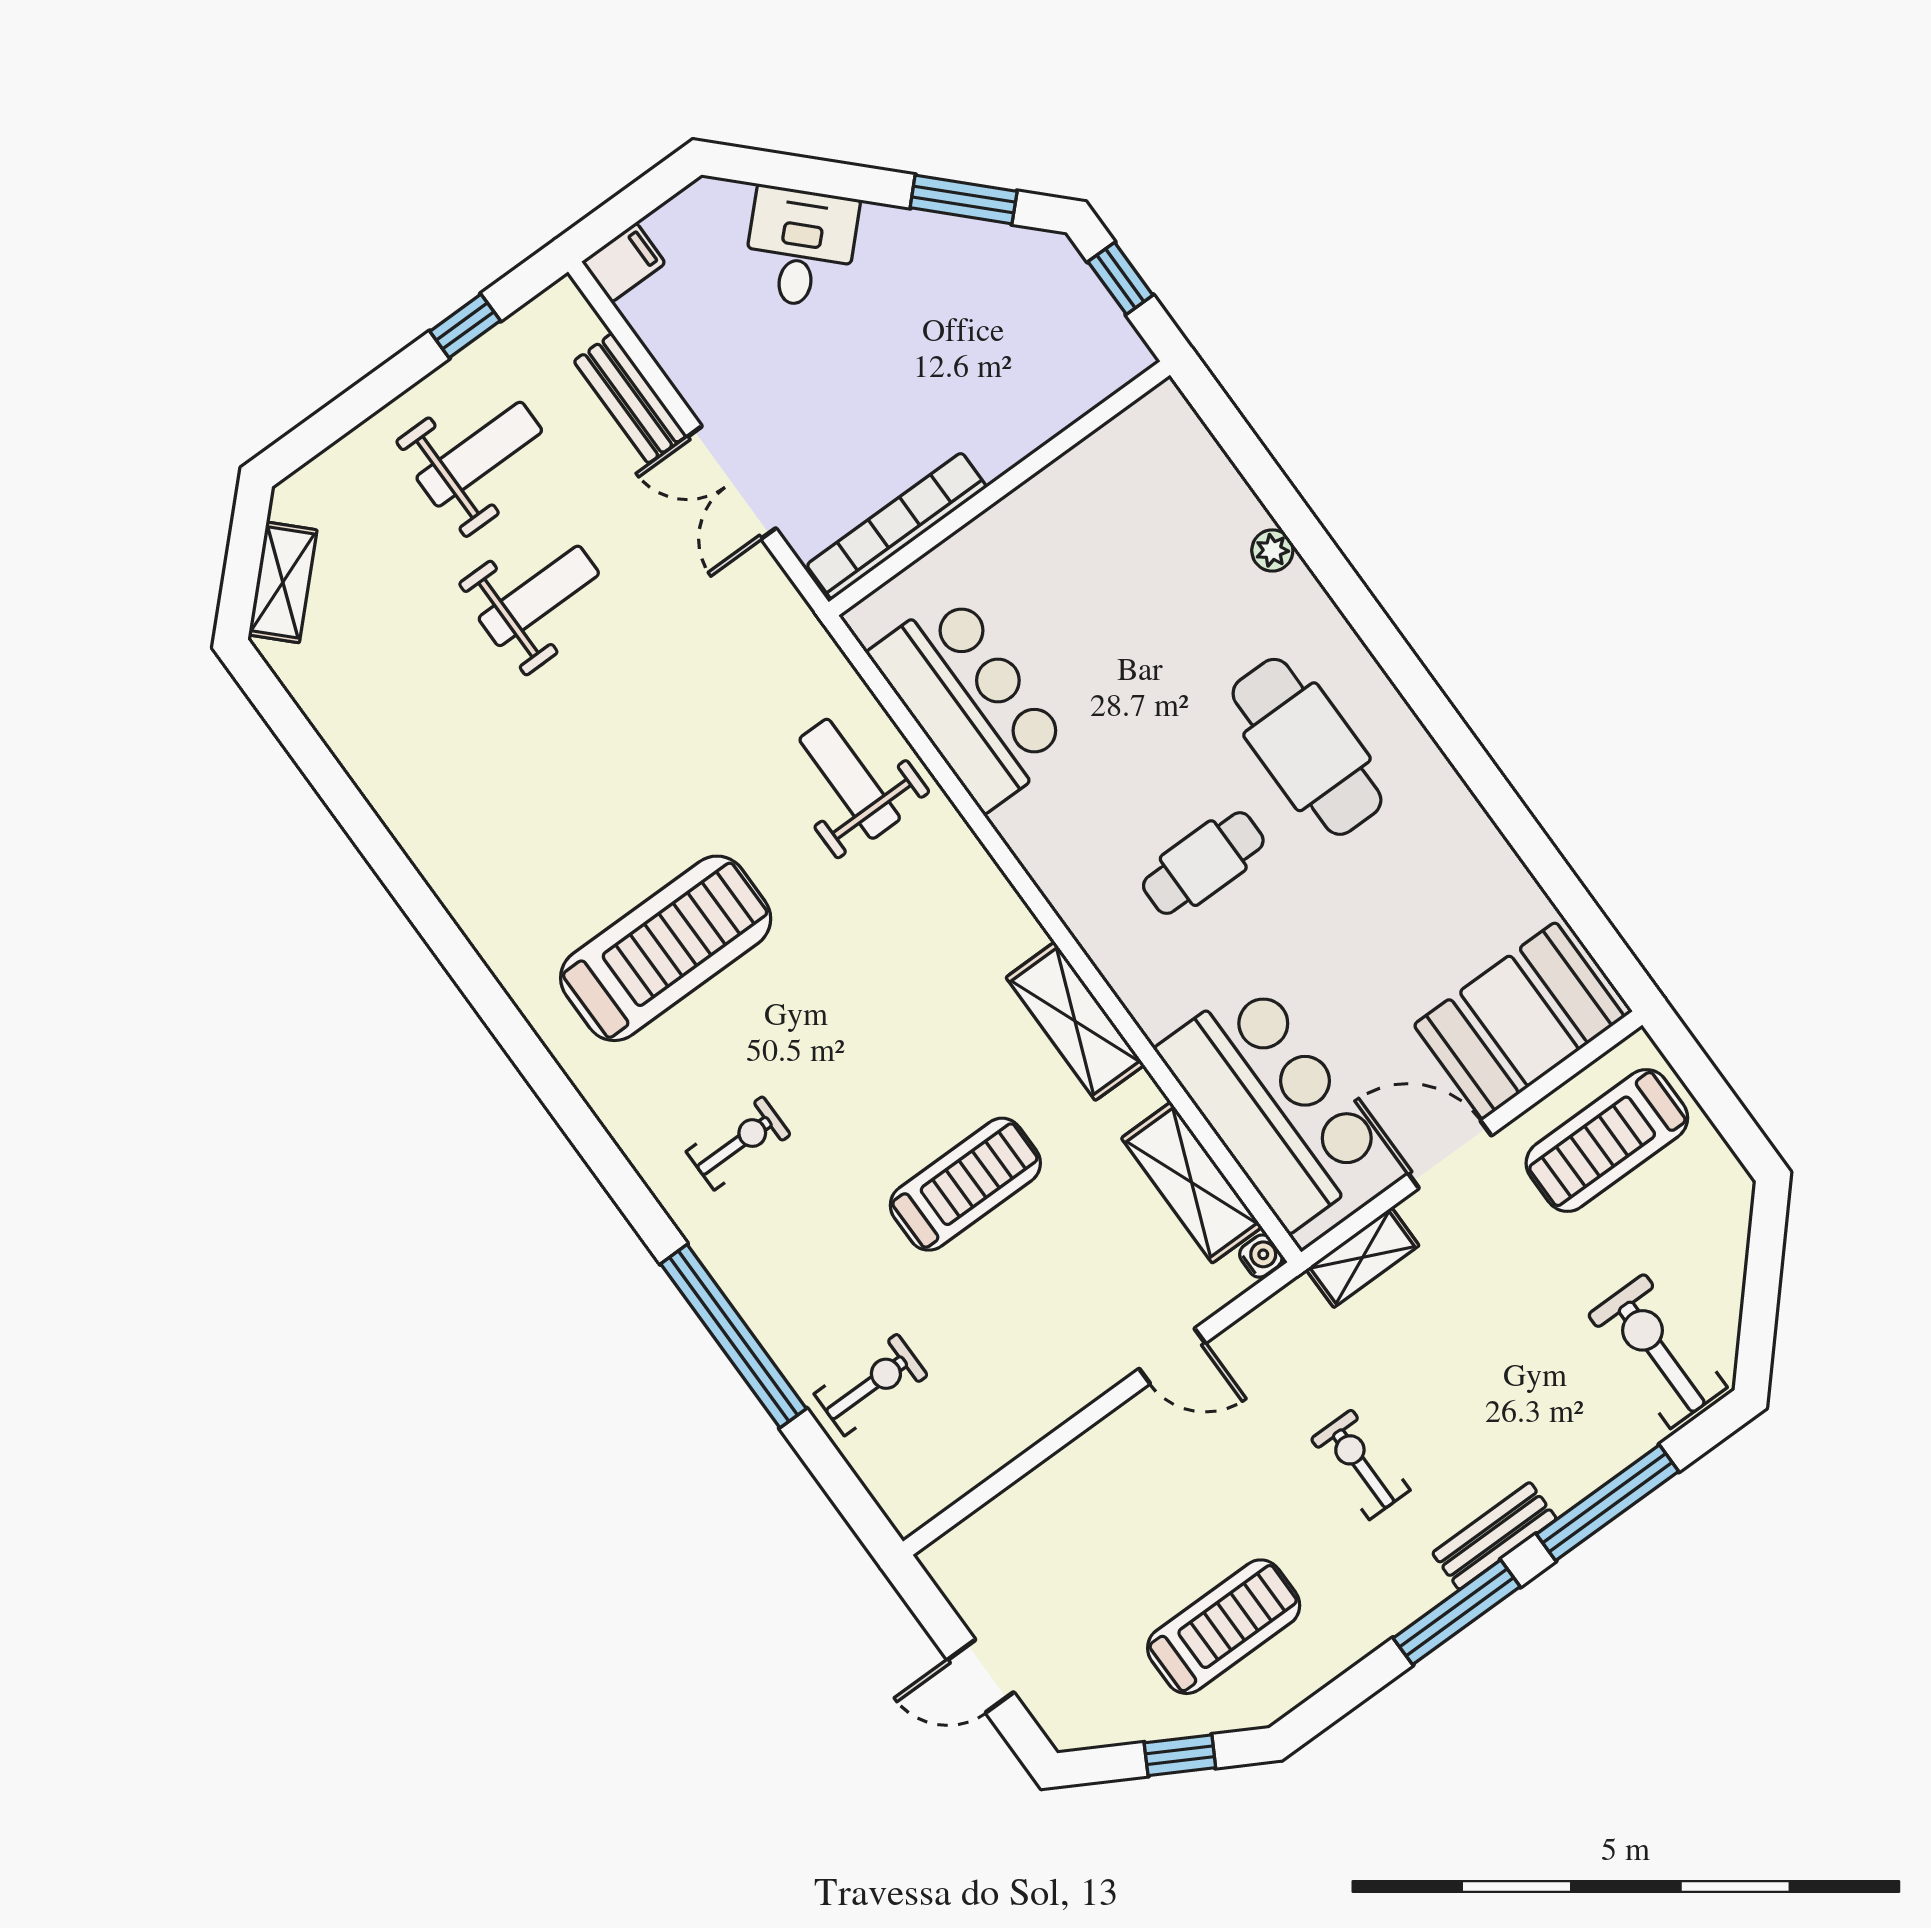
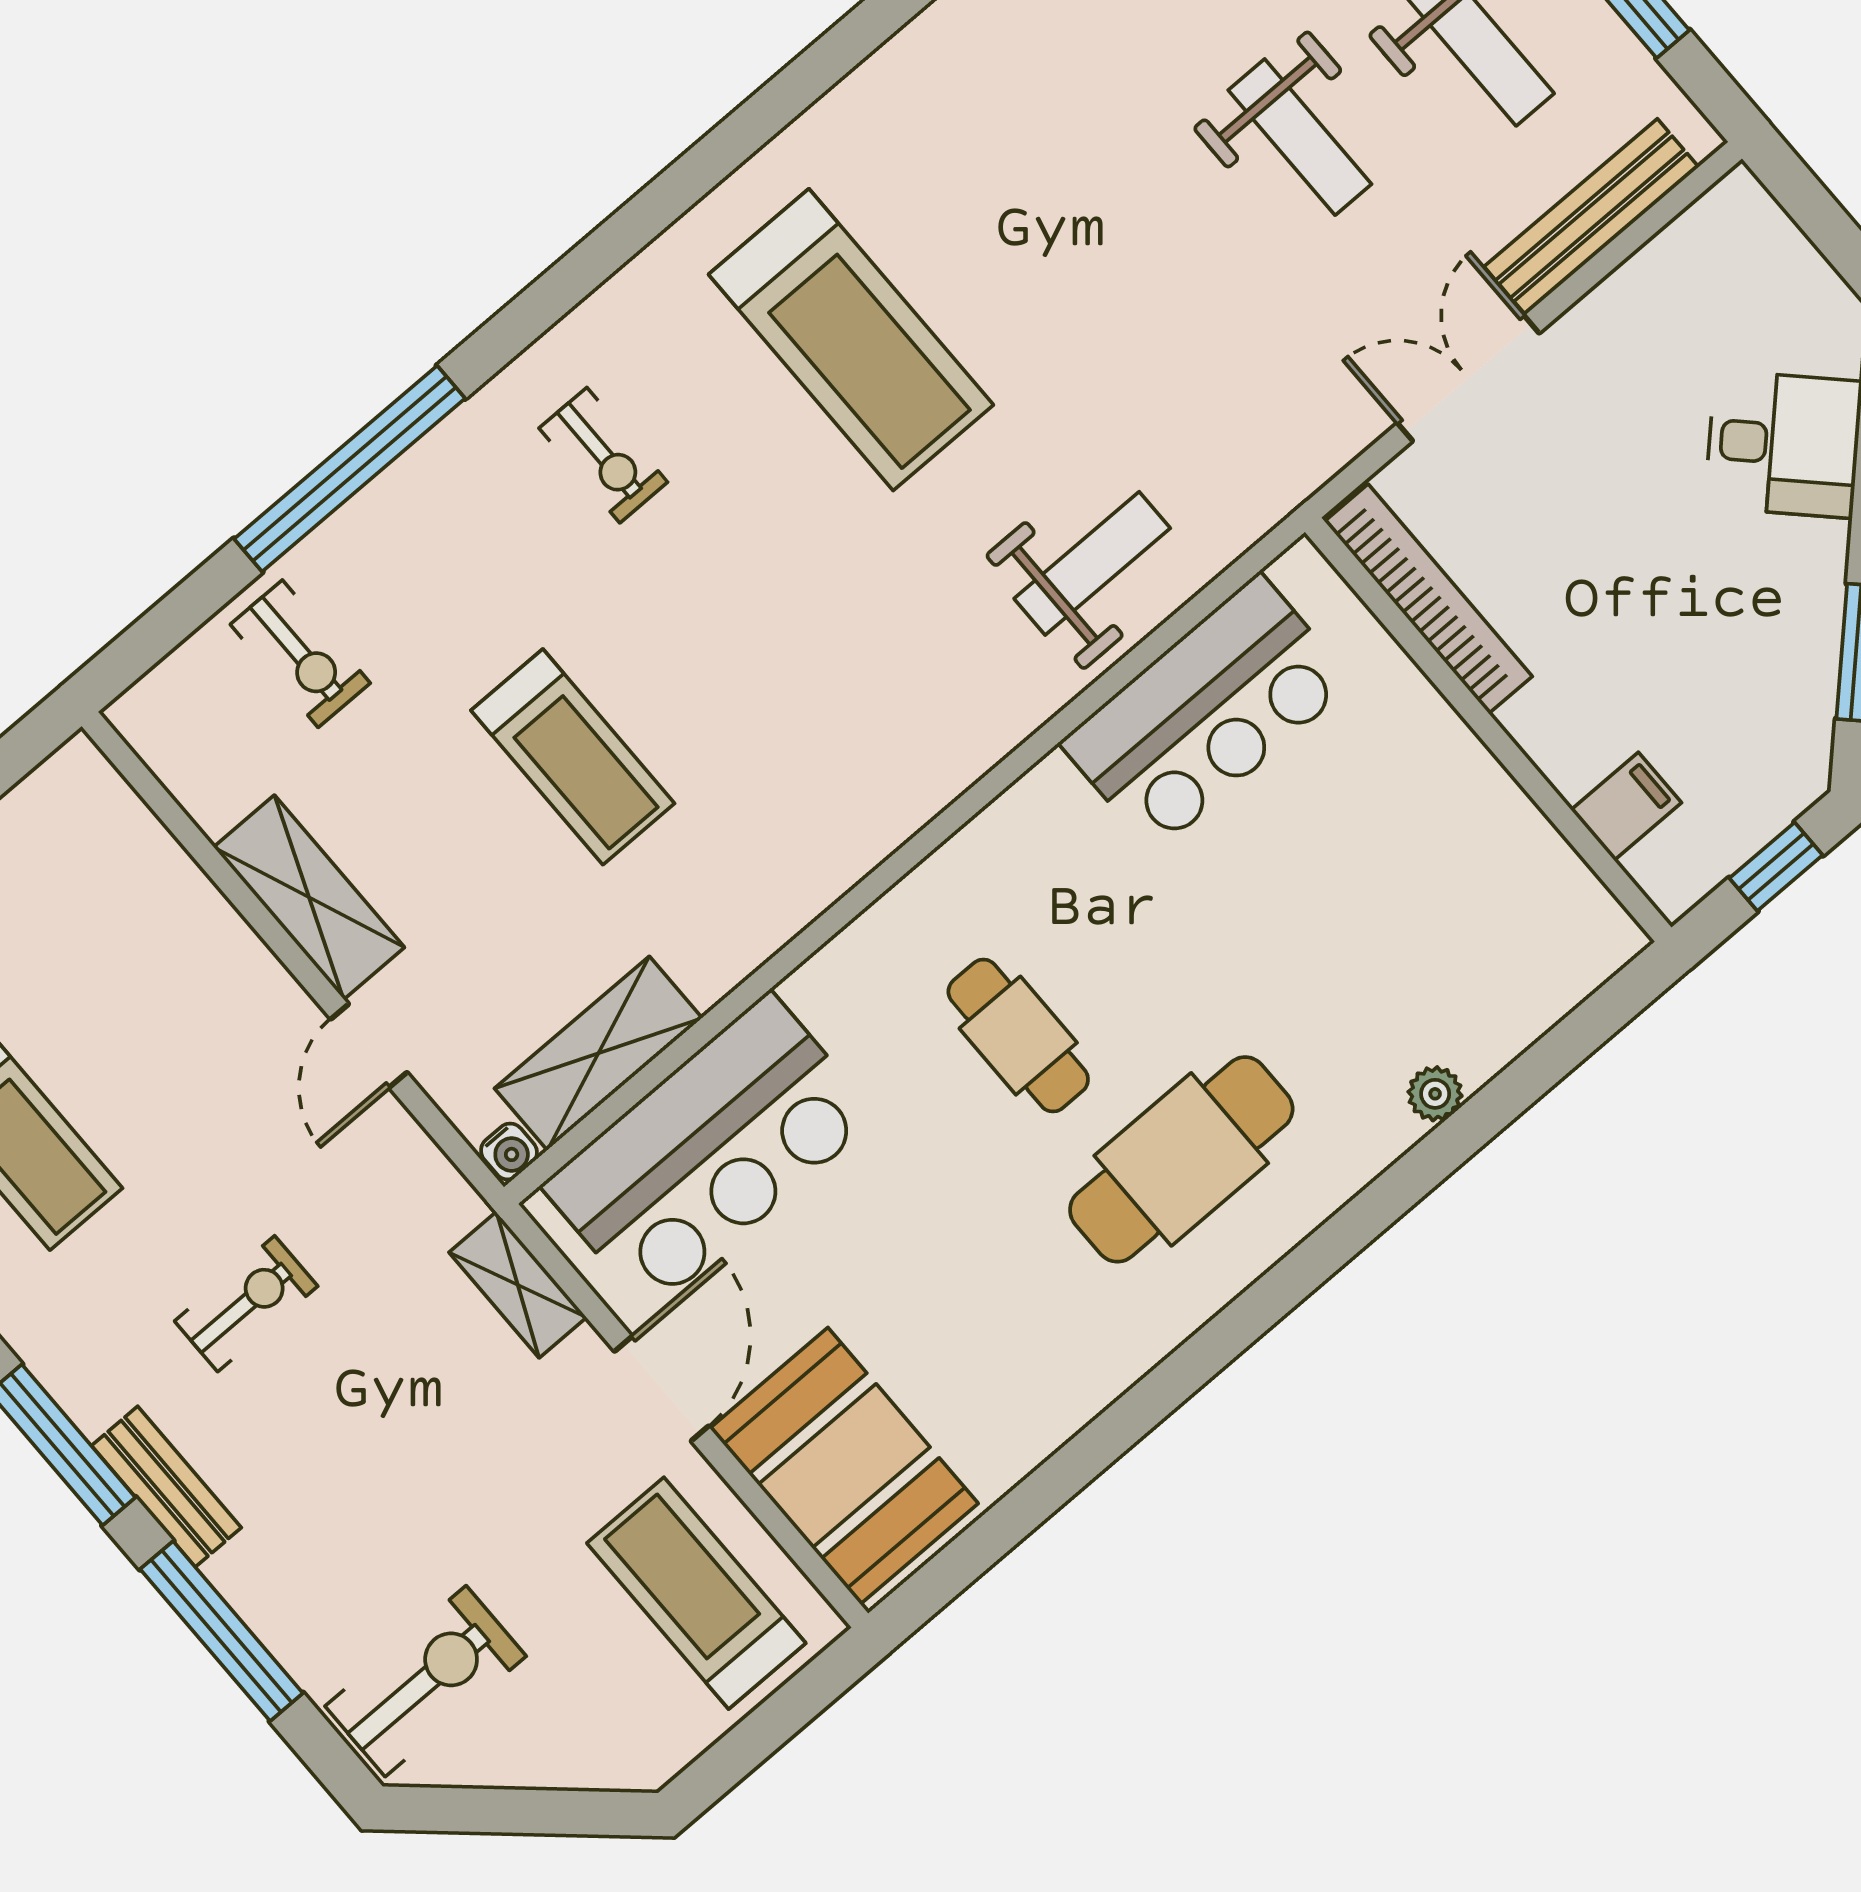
filing cabinet: (624, 263) -> (1626, 806), moved, turned -90
bench: (630, 398) -> (1591, 217), width x1.36
shelving: (1075, 1021) -> (309, 897), moved, turned 90

